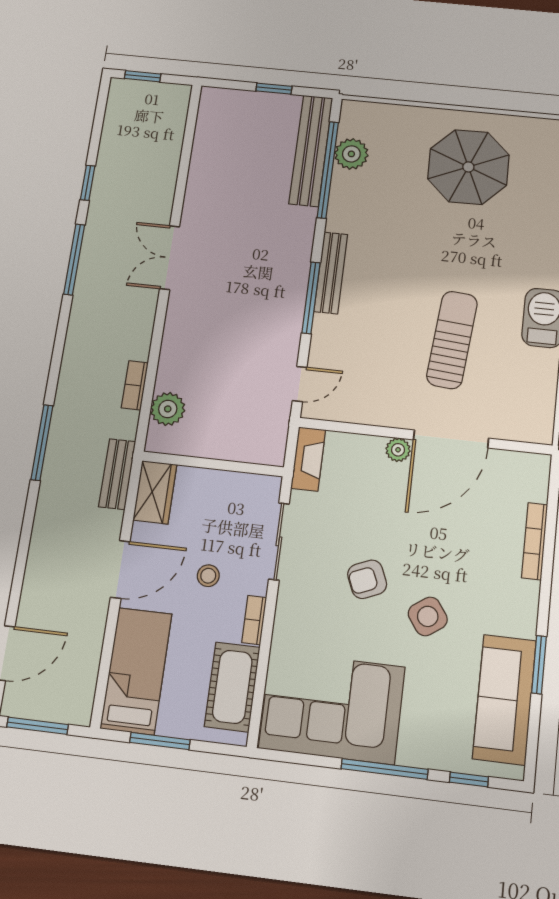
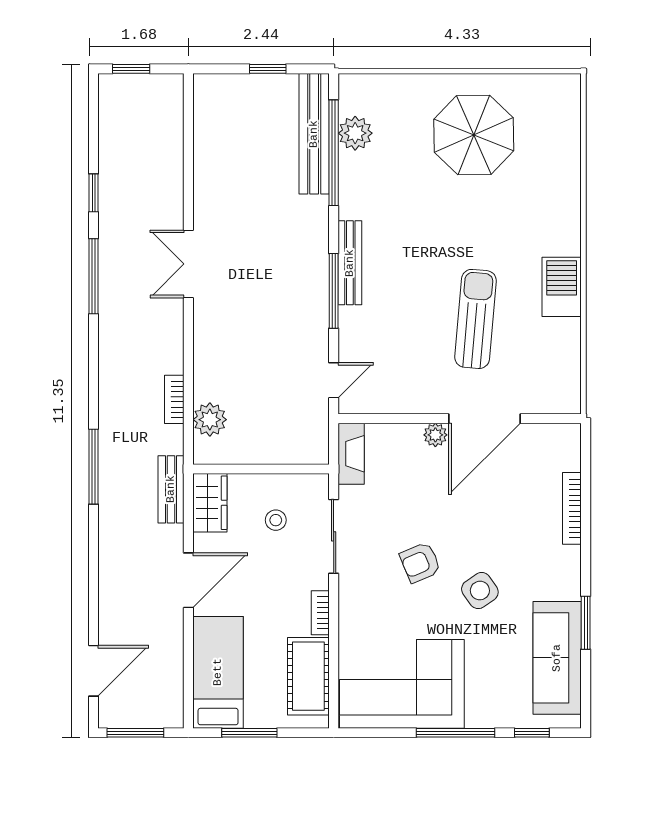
stool: (208, 576) -> (276, 520), moved

